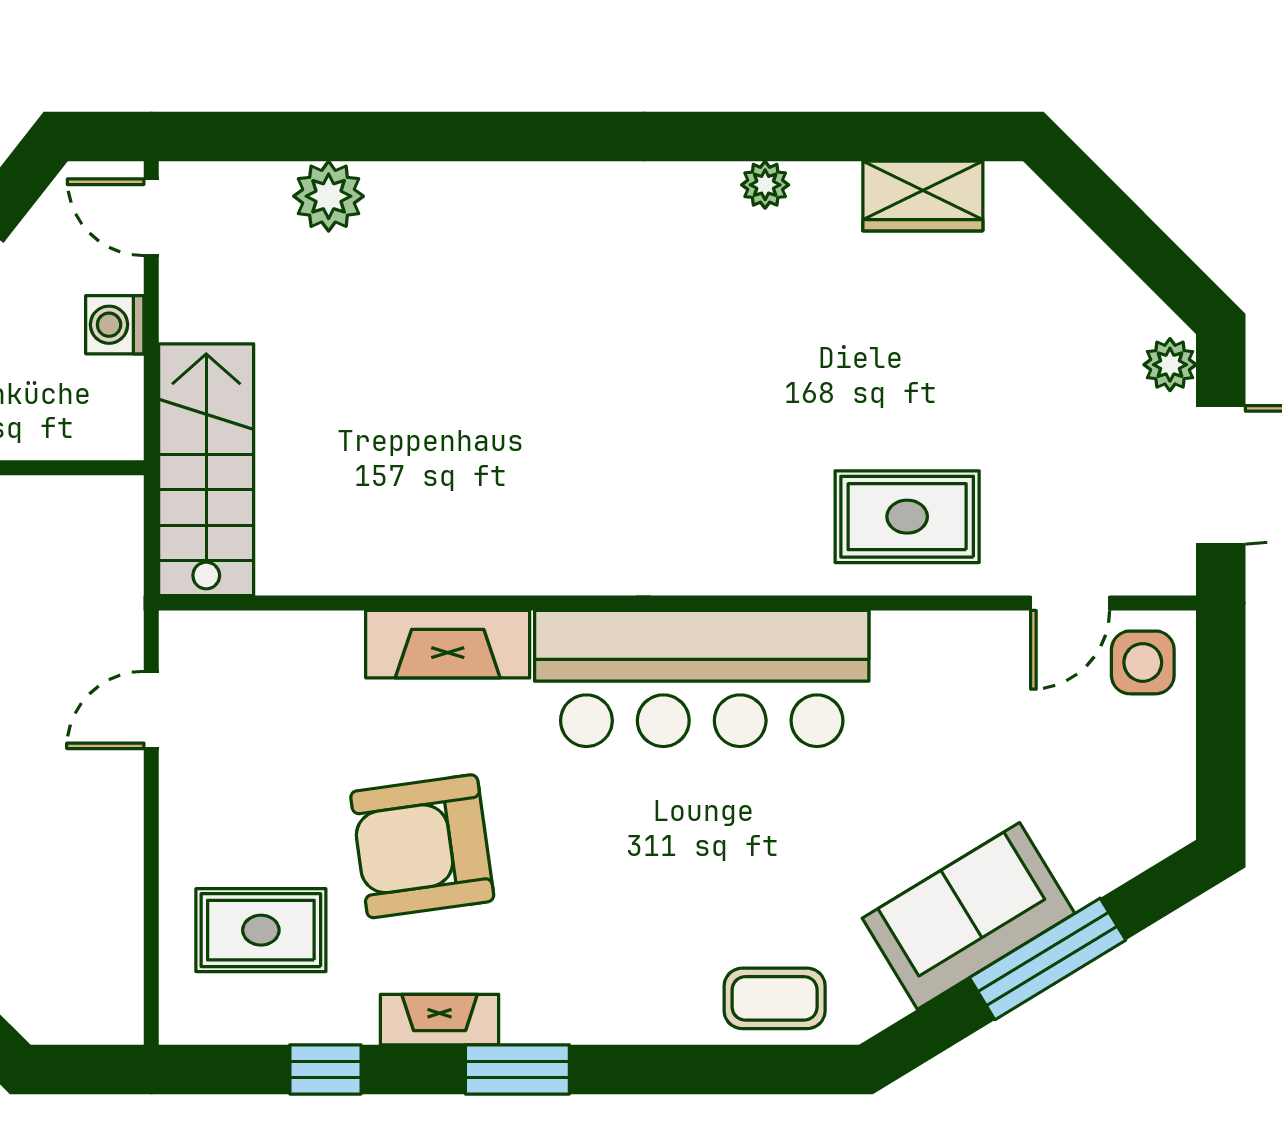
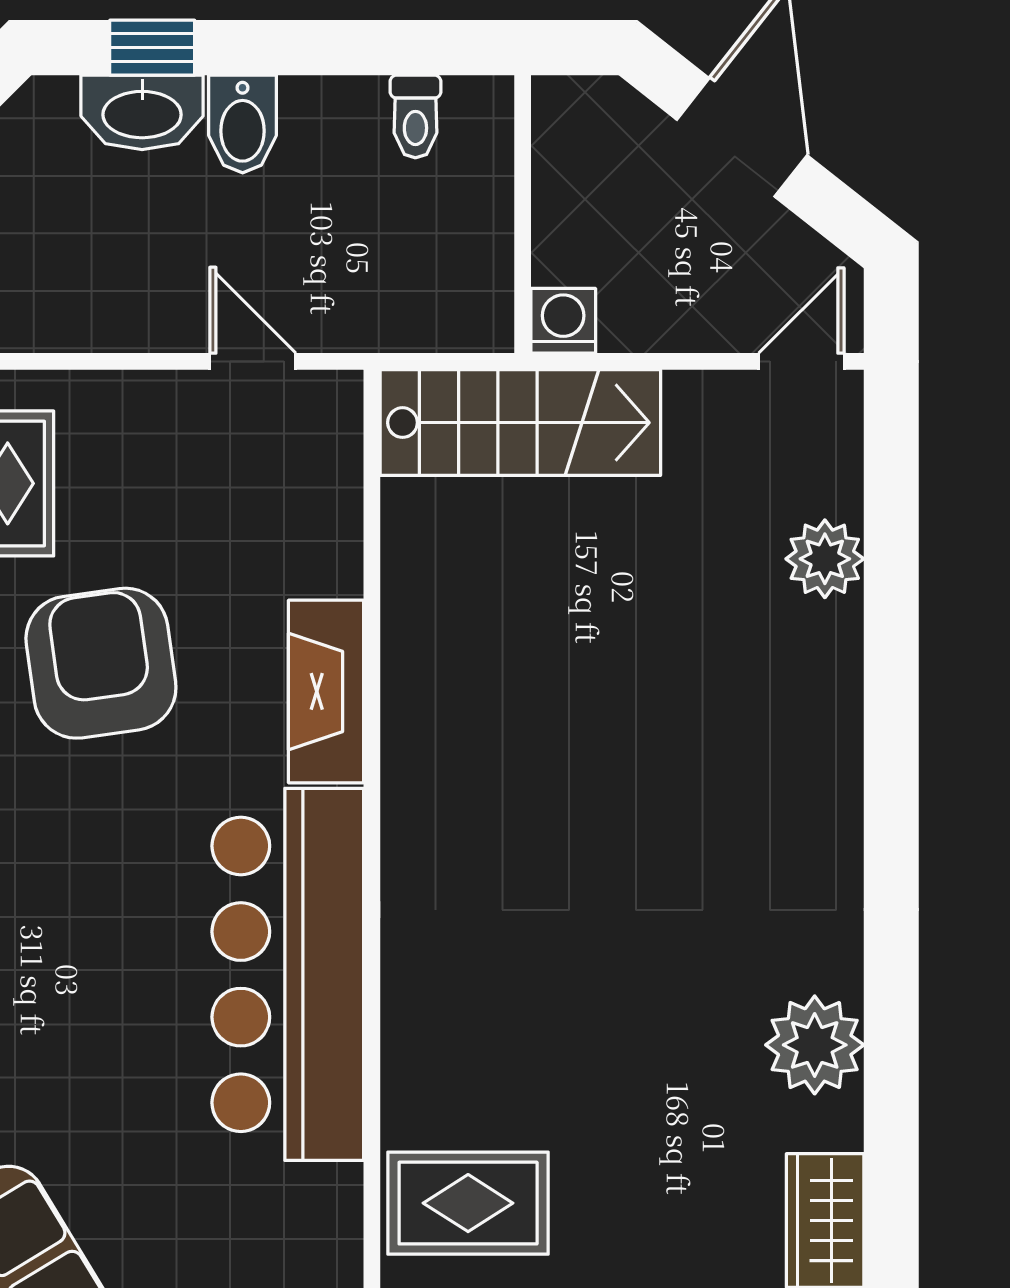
plant: (765, 185) -> (815, 1045), width x1.87, depth x1.87
washing machine: (115, 325) -> (563, 321), moved
rug: (907, 517) -> (468, 1203), turned 90

